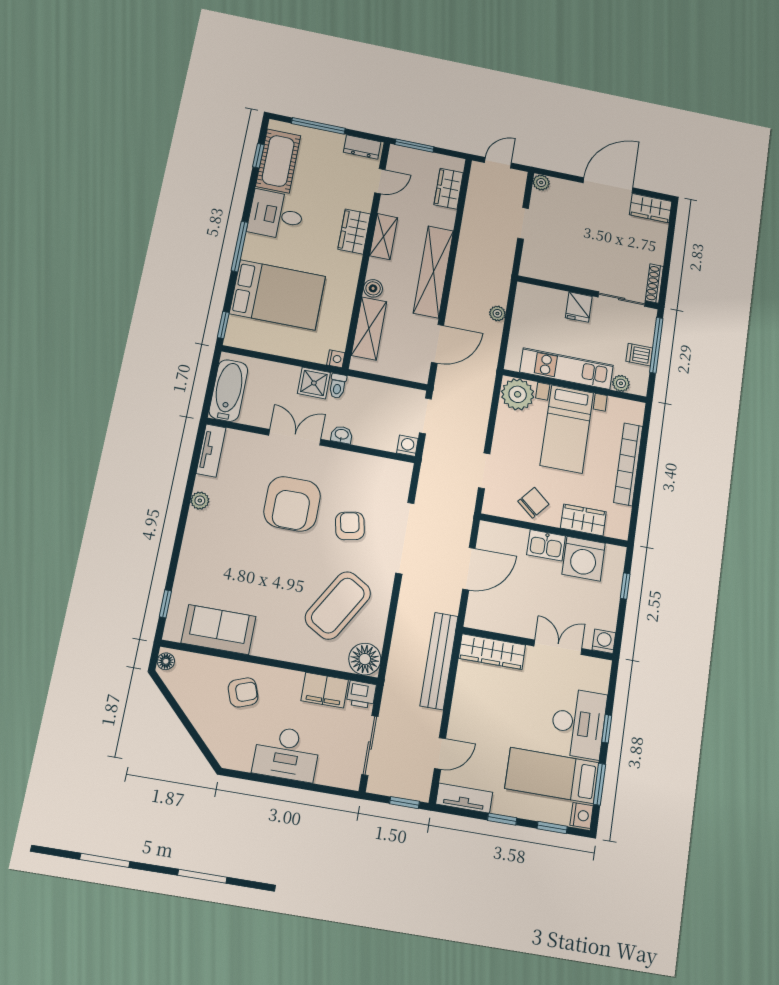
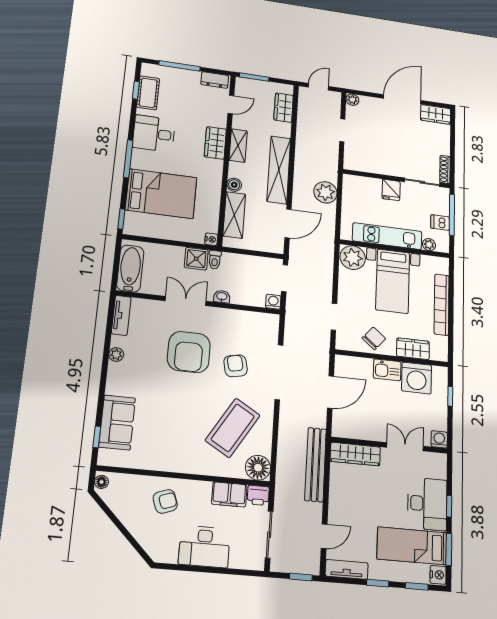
cot: (278, 161) -> (148, 93), width x0.73, depth x0.75
plant: (497, 313) -> (325, 192), width x1.87, depth x1.87
sofa: (219, 630) -> (117, 422), moved, turned 90

